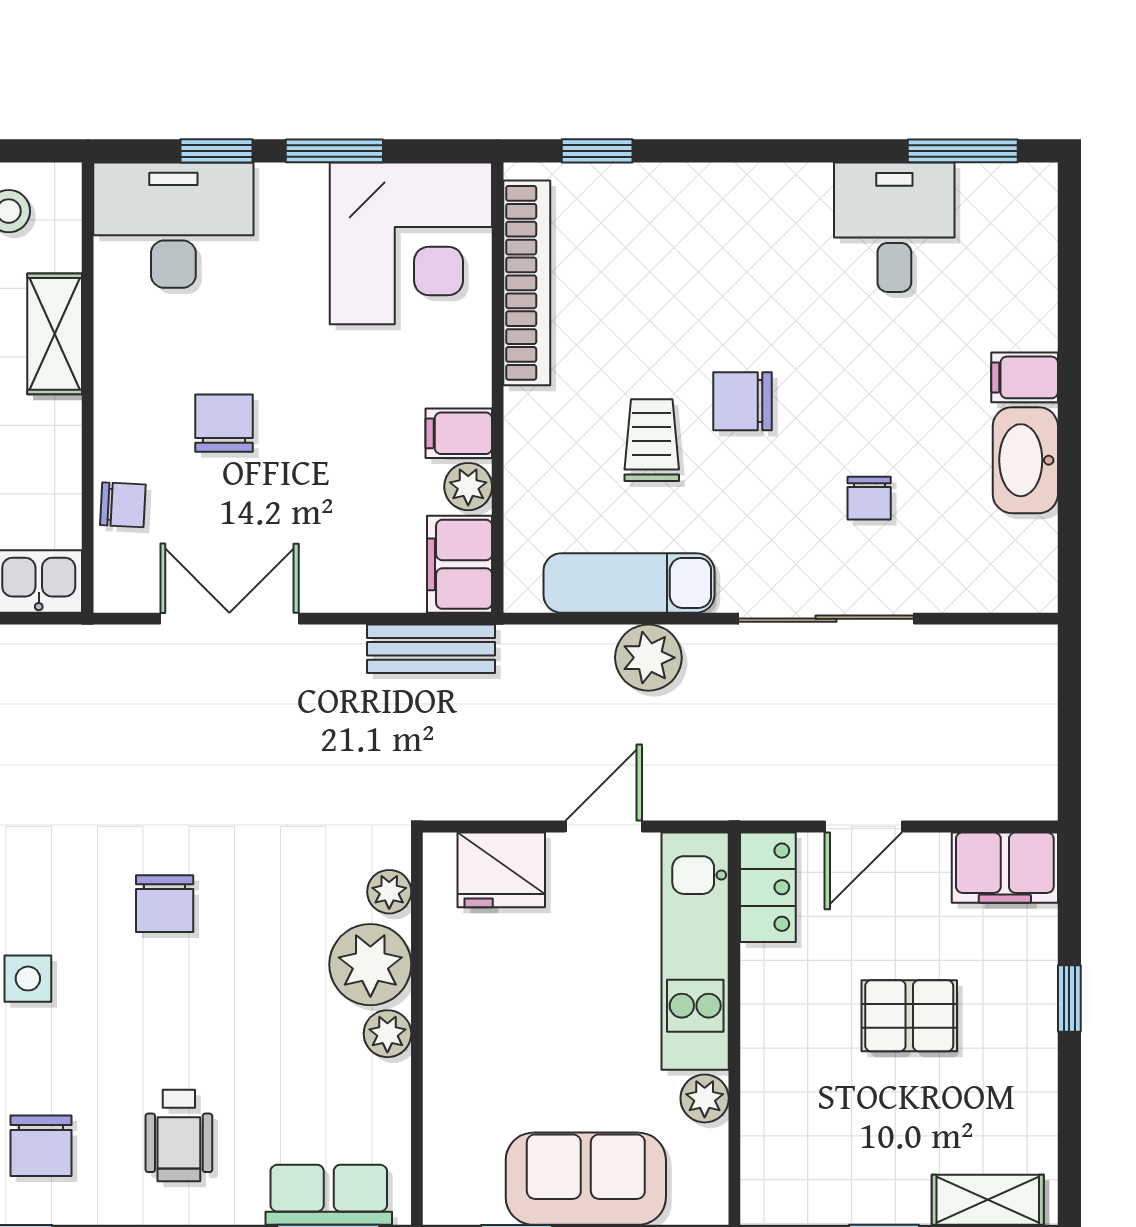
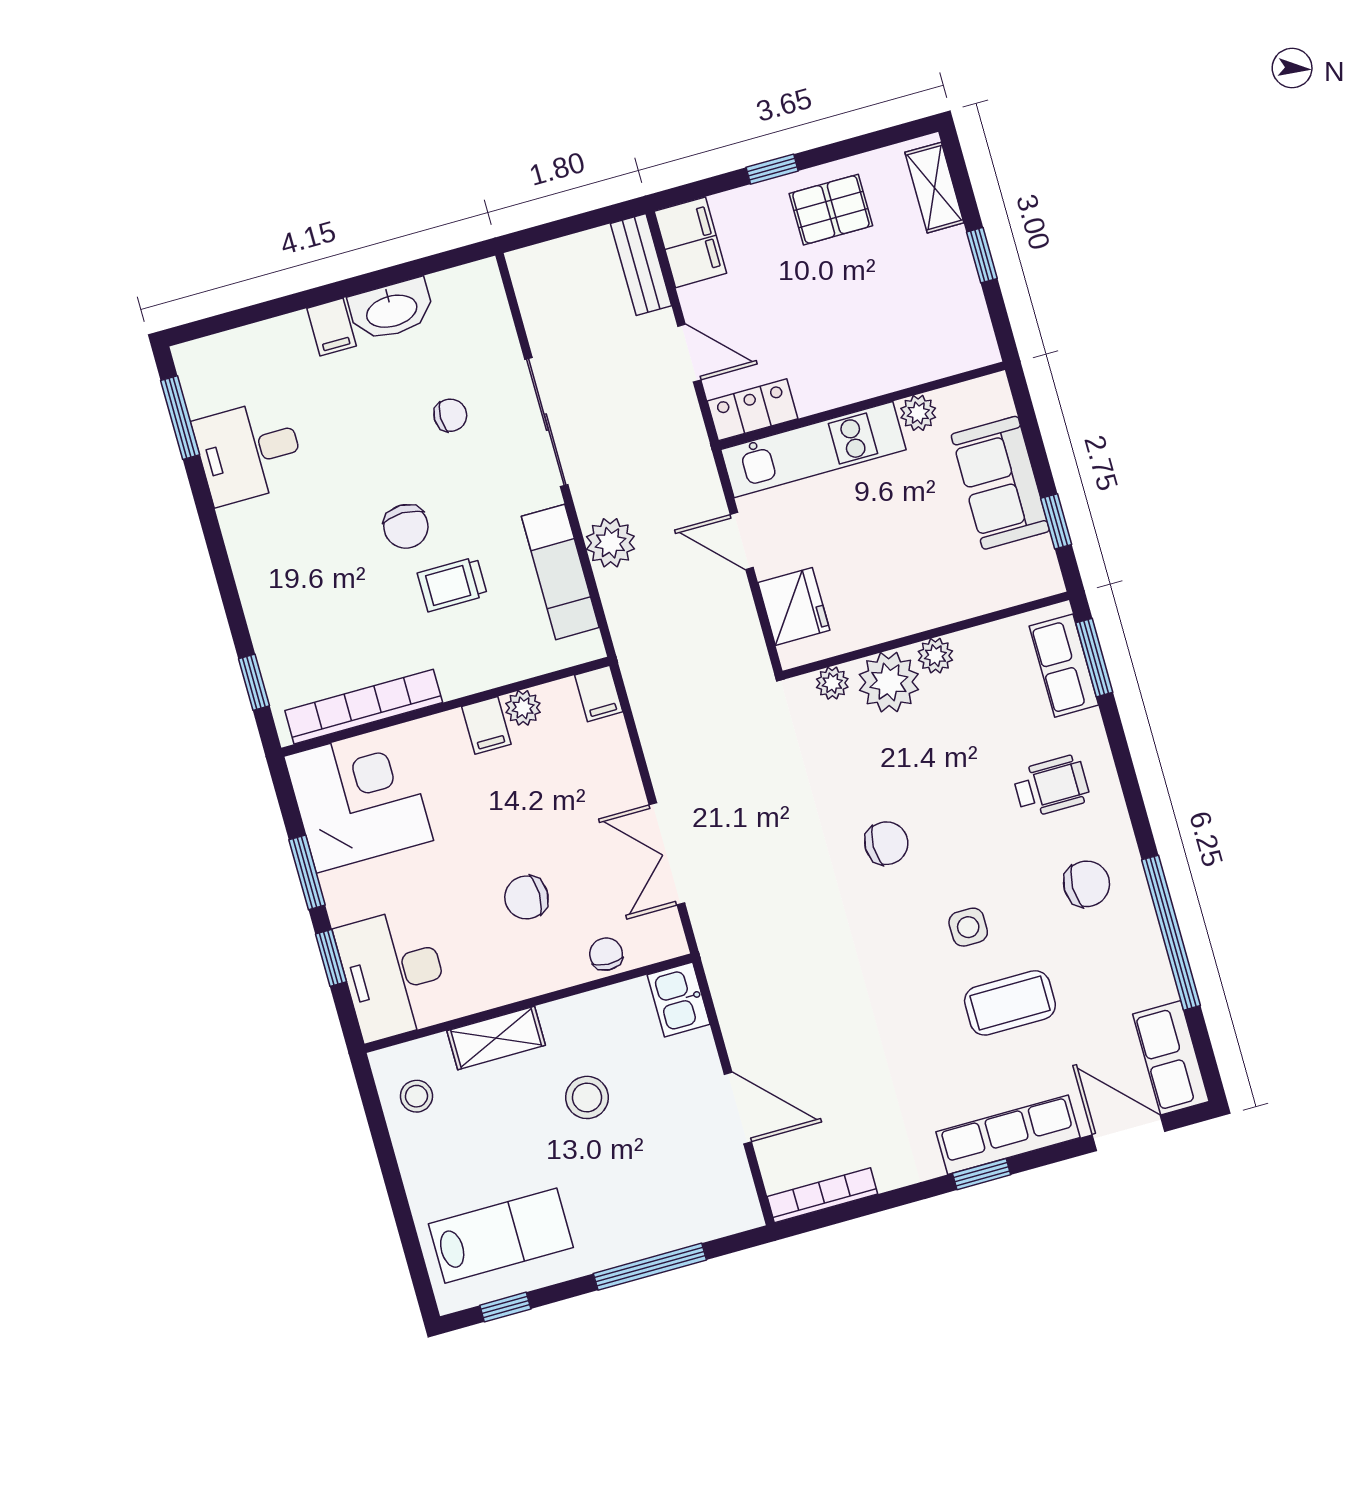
filing cabinet: (460, 564) -> (599, 693), width x0.50
bench: (431, 649) -> (641, 265), moved
pallet: (909, 1016) -> (831, 210), moved, turned 90

